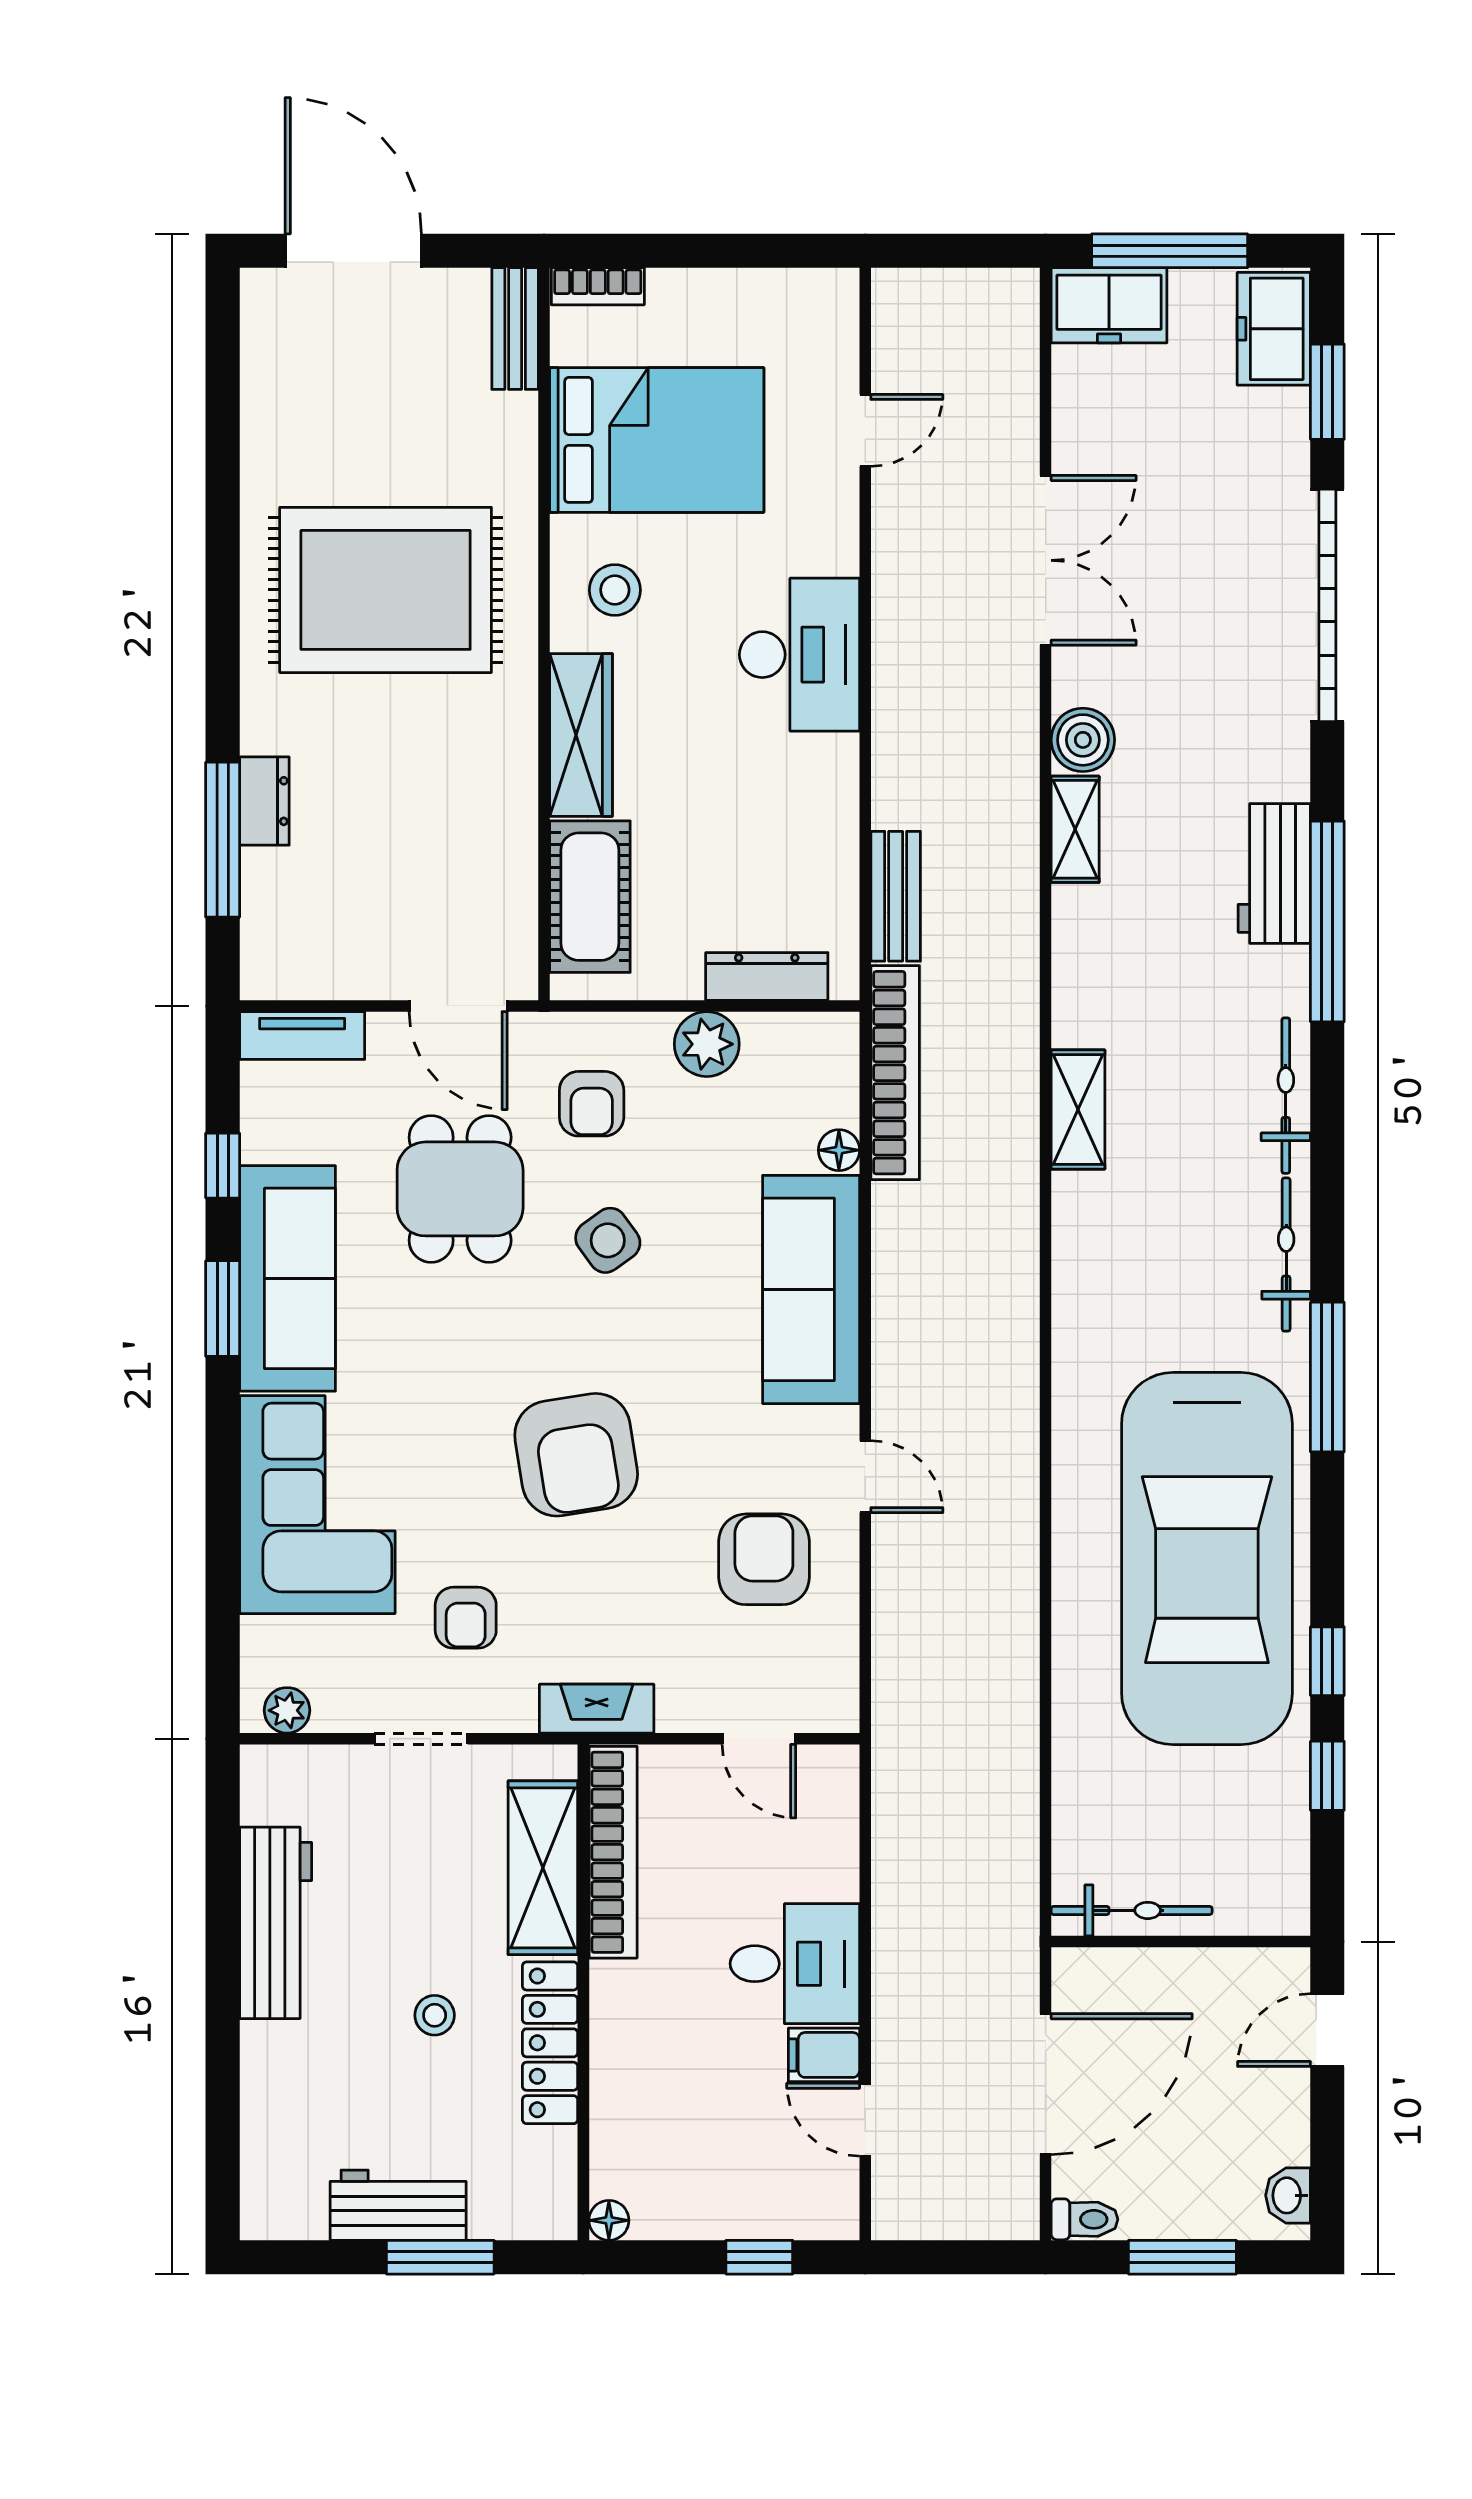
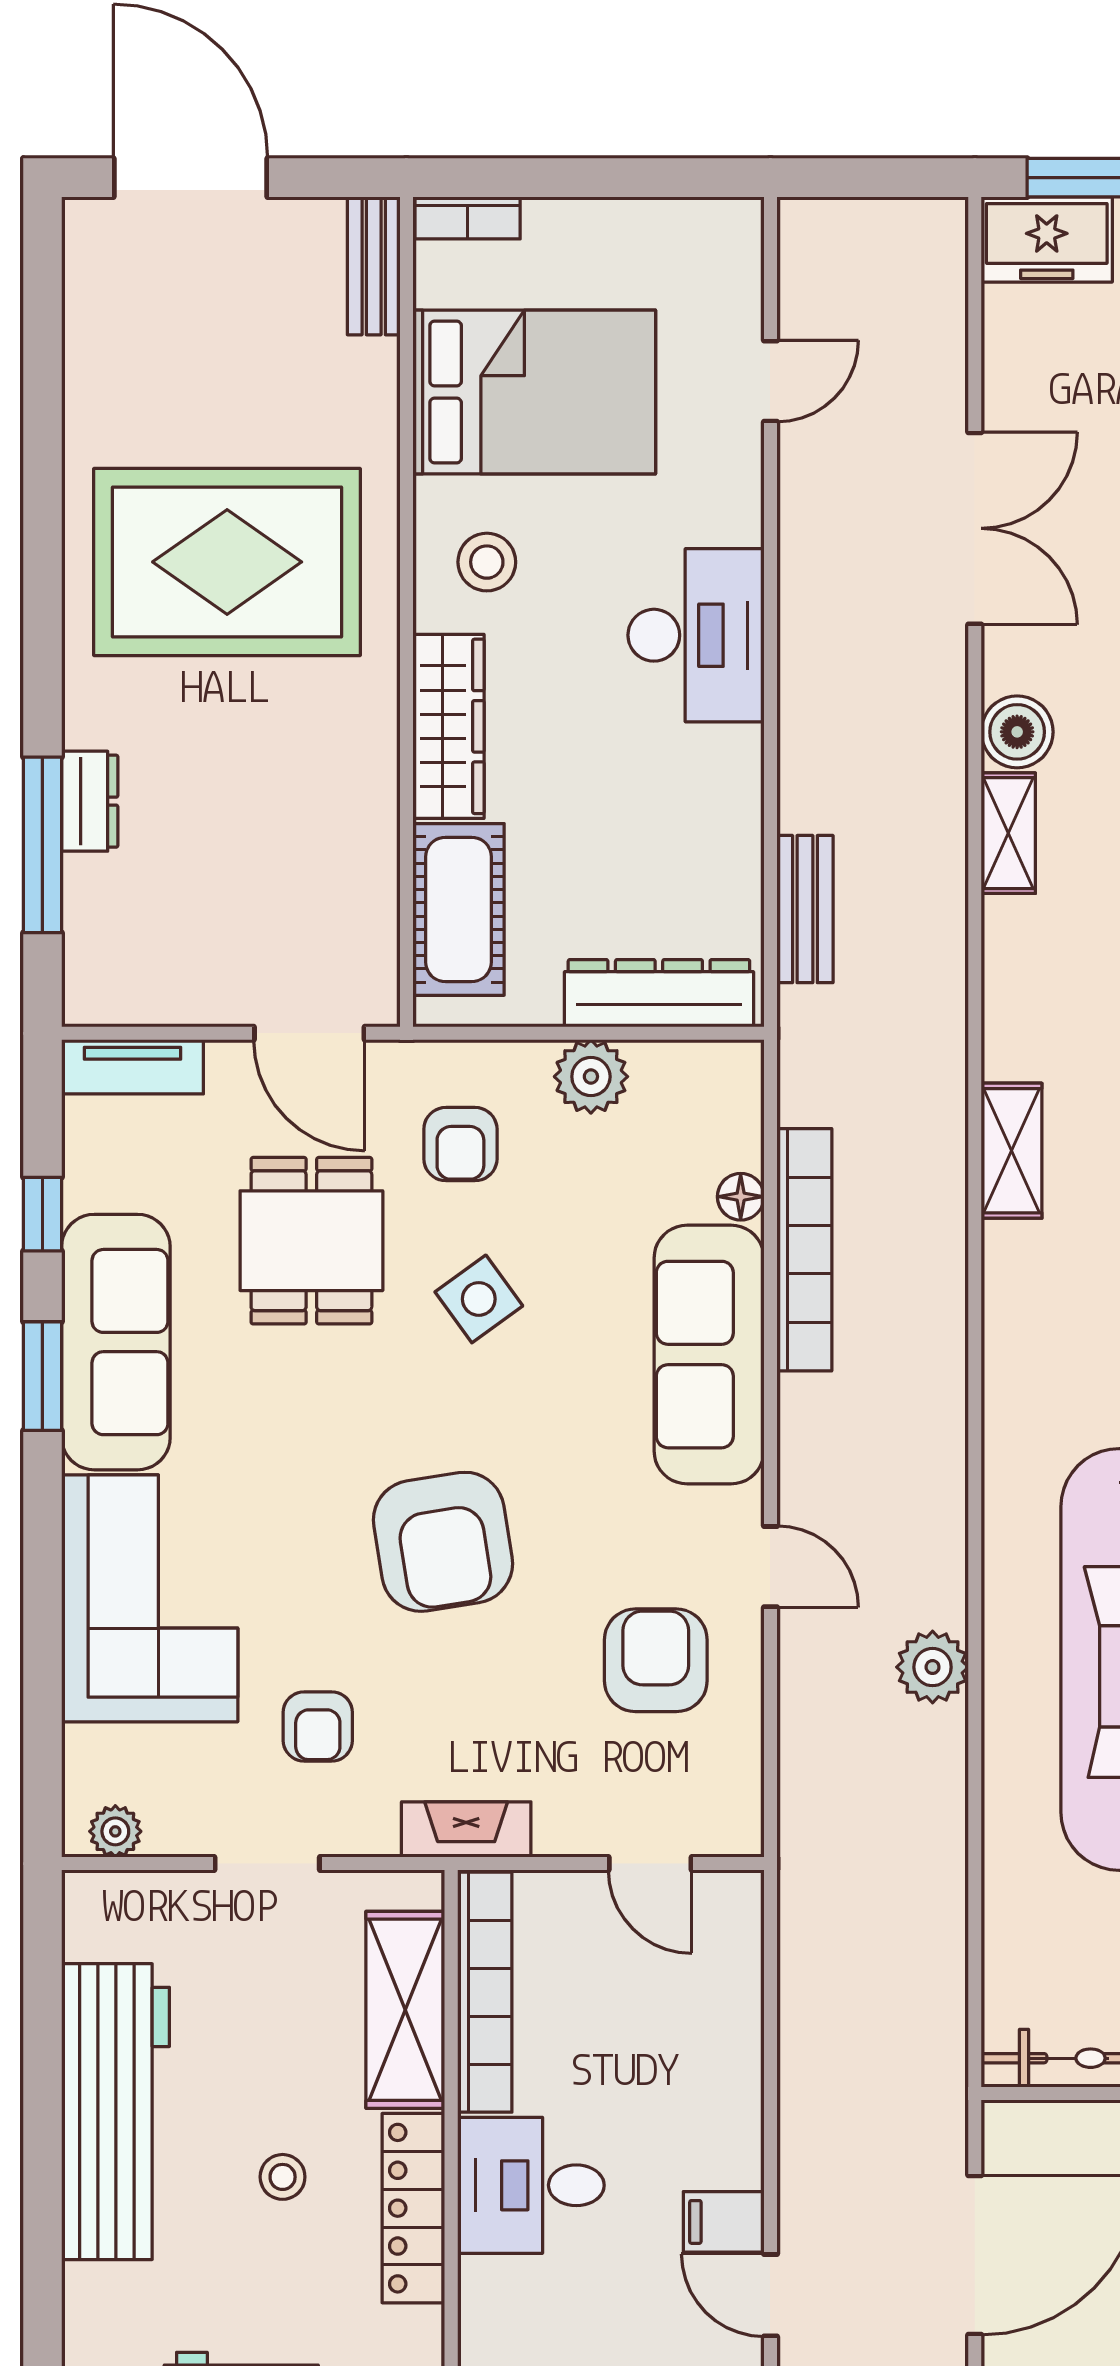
dresser: (767, 976) -> (659, 993), width x1.37, depth x1.24
bookcase: (895, 1073) -> (804, 1250), moved
plant: (1008, 1565) -> (933, 1667), added
workbench: (276, 1923) -> (115, 2112), width x1.36, depth x1.32
desk: (795, 1964) -> (531, 2185), moved, turned 180

